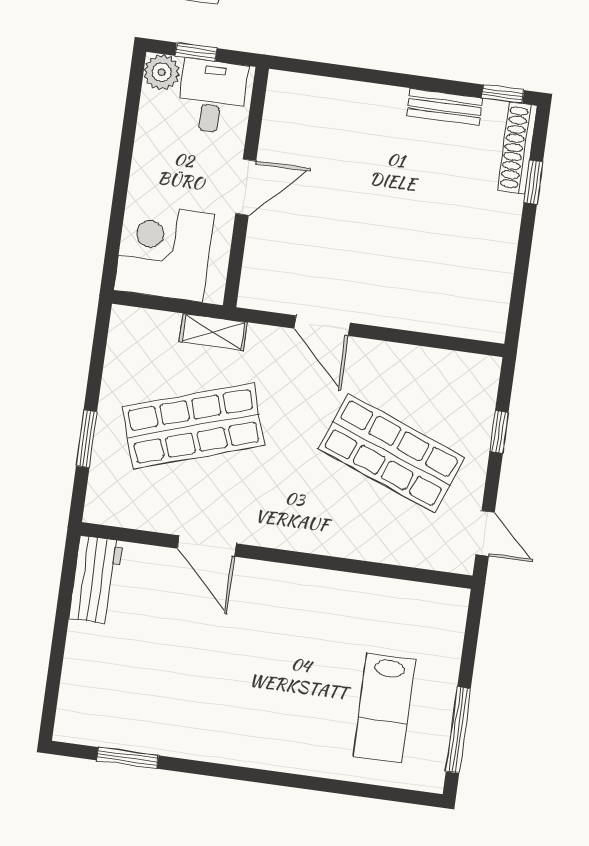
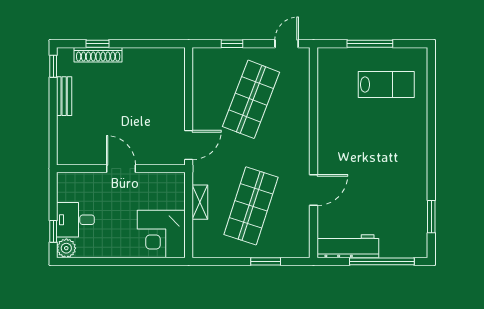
shoe rack: (517, 148) -> (98, 55), moved
door: (246, 187) -> (121, 169), moved
wall: (246, 187) -> (121, 169), moved
shop shelf: (193, 426) -> (251, 206), turned 36
workbench: (96, 580) -> (348, 246), width x1.38
window: (57, 655) -> (382, 261), added
window: (458, 730) -> (370, 44), moved

